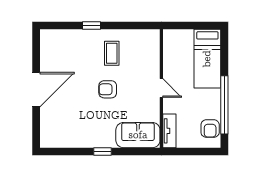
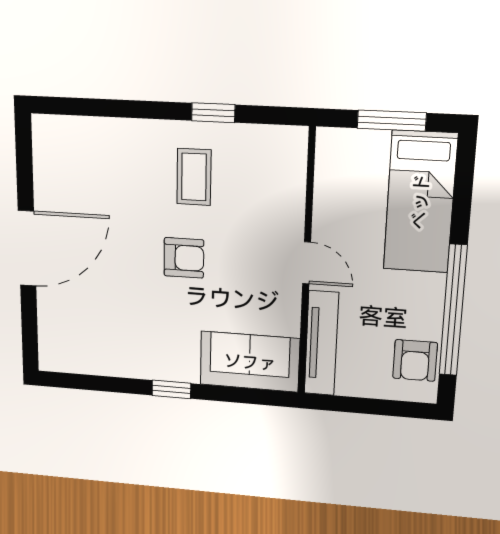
window: (91, 25) -> (213, 113), moved
window: (194, 25) -> (392, 121), added
armchair: (108, 89) -> (184, 258), turned 180
tv unit: (169, 131) -> (321, 343), width x1.41

